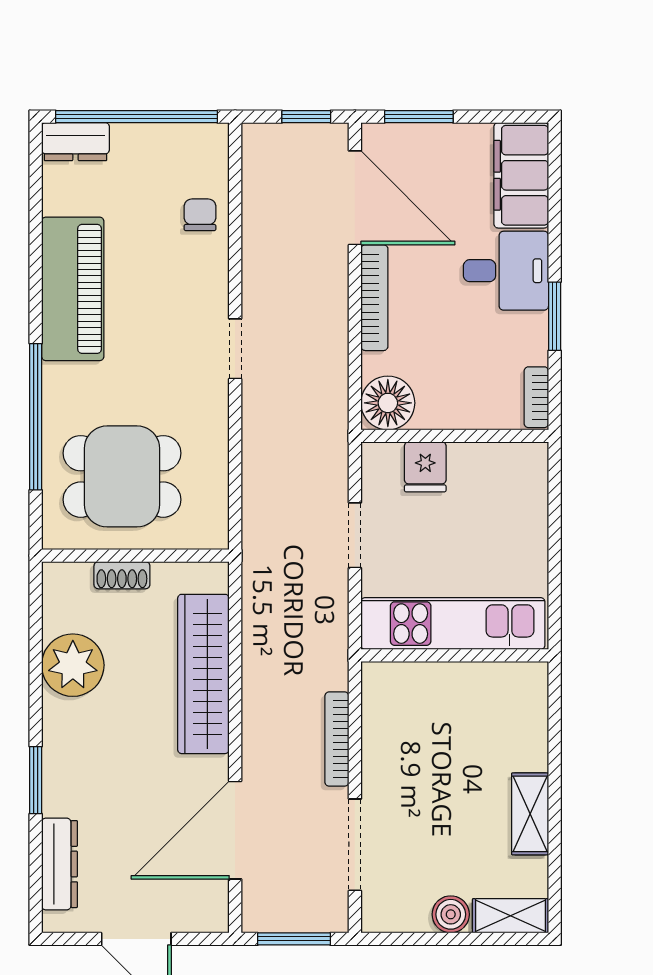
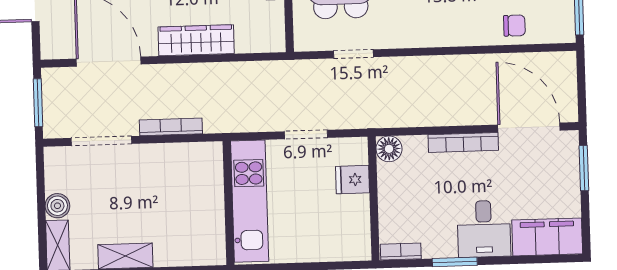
window: (306, 117) -> (582, 94), removed
door: (355, 198) -> (529, 128), swing flipped
doorway: (235, 349) -> (353, 54), moved
floor lamp: (388, 403) -> (389, 149), width x0.73, depth x0.73
wardrobe: (203, 674) -> (196, 40), width x0.71, depth x0.85

